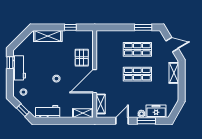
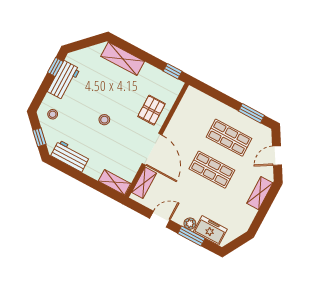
window: (70, 27) -> (173, 71), moved
door: (172, 45) -> (277, 156), swing flipped
door: (95, 81) -> (152, 149), swing flipped

